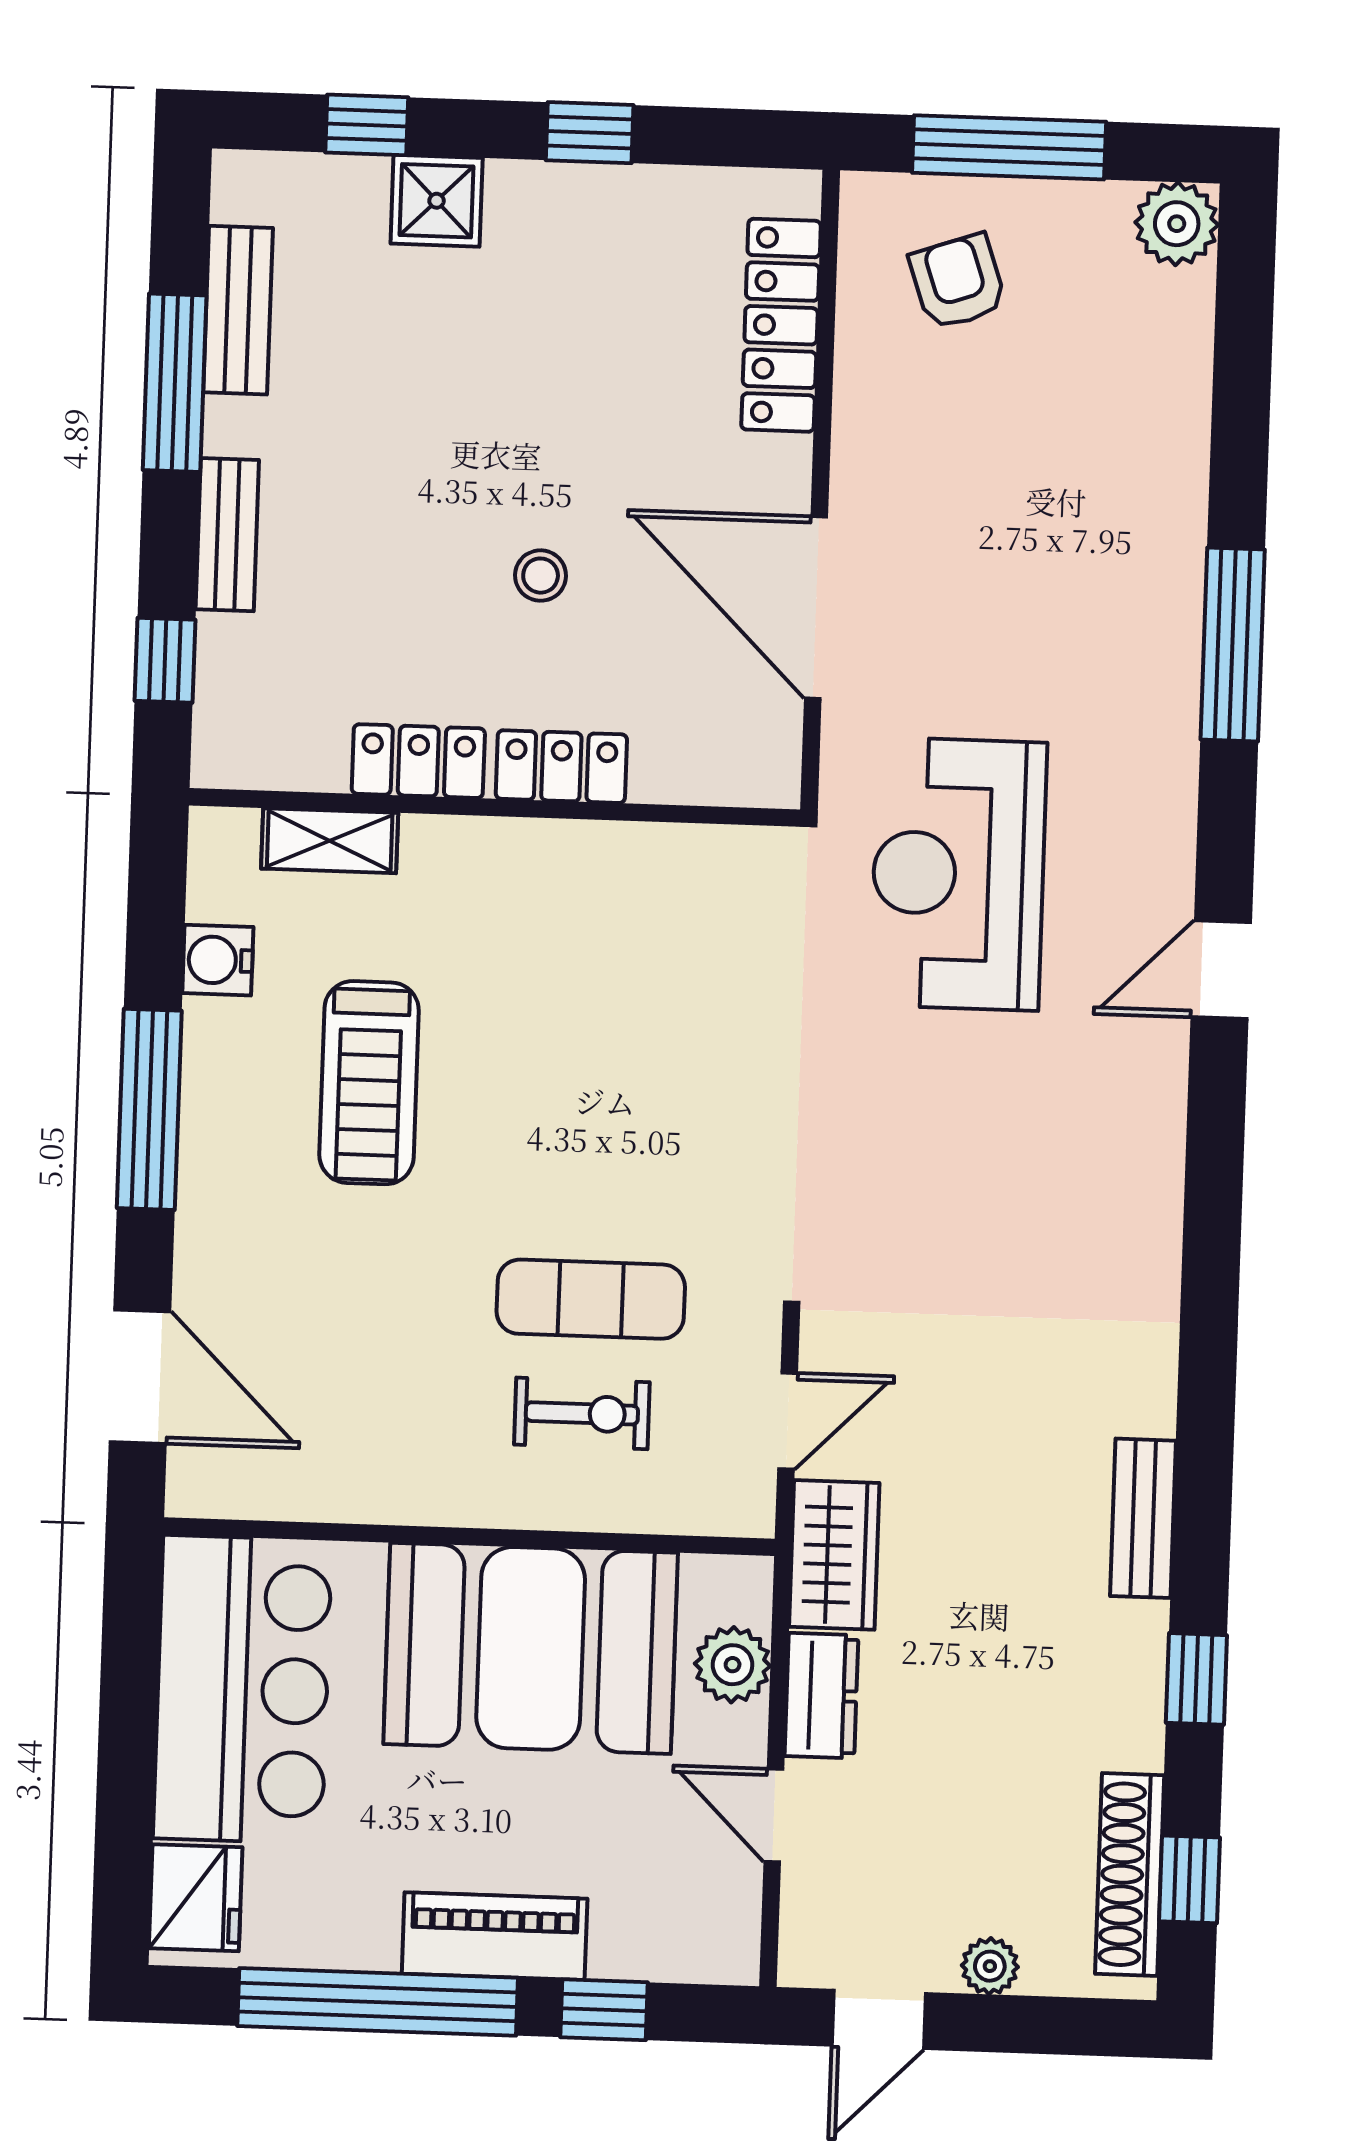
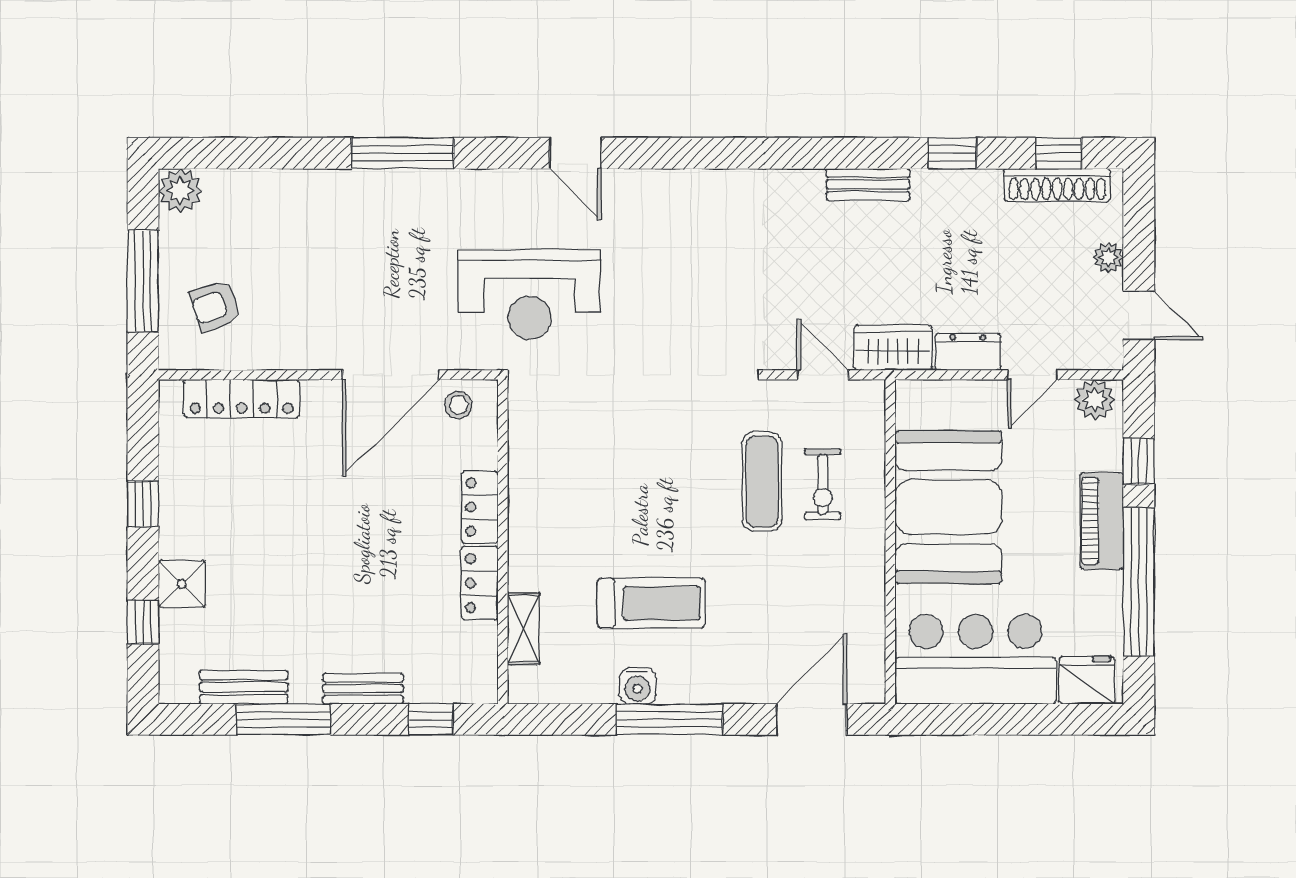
stool: (541, 576) -> (458, 405), moved
water cooler: (218, 960) -> (638, 686), moved
exercise bike: (582, 1413) -> (823, 484), turned 180
plant: (733, 1665) -> (1095, 400), moved

